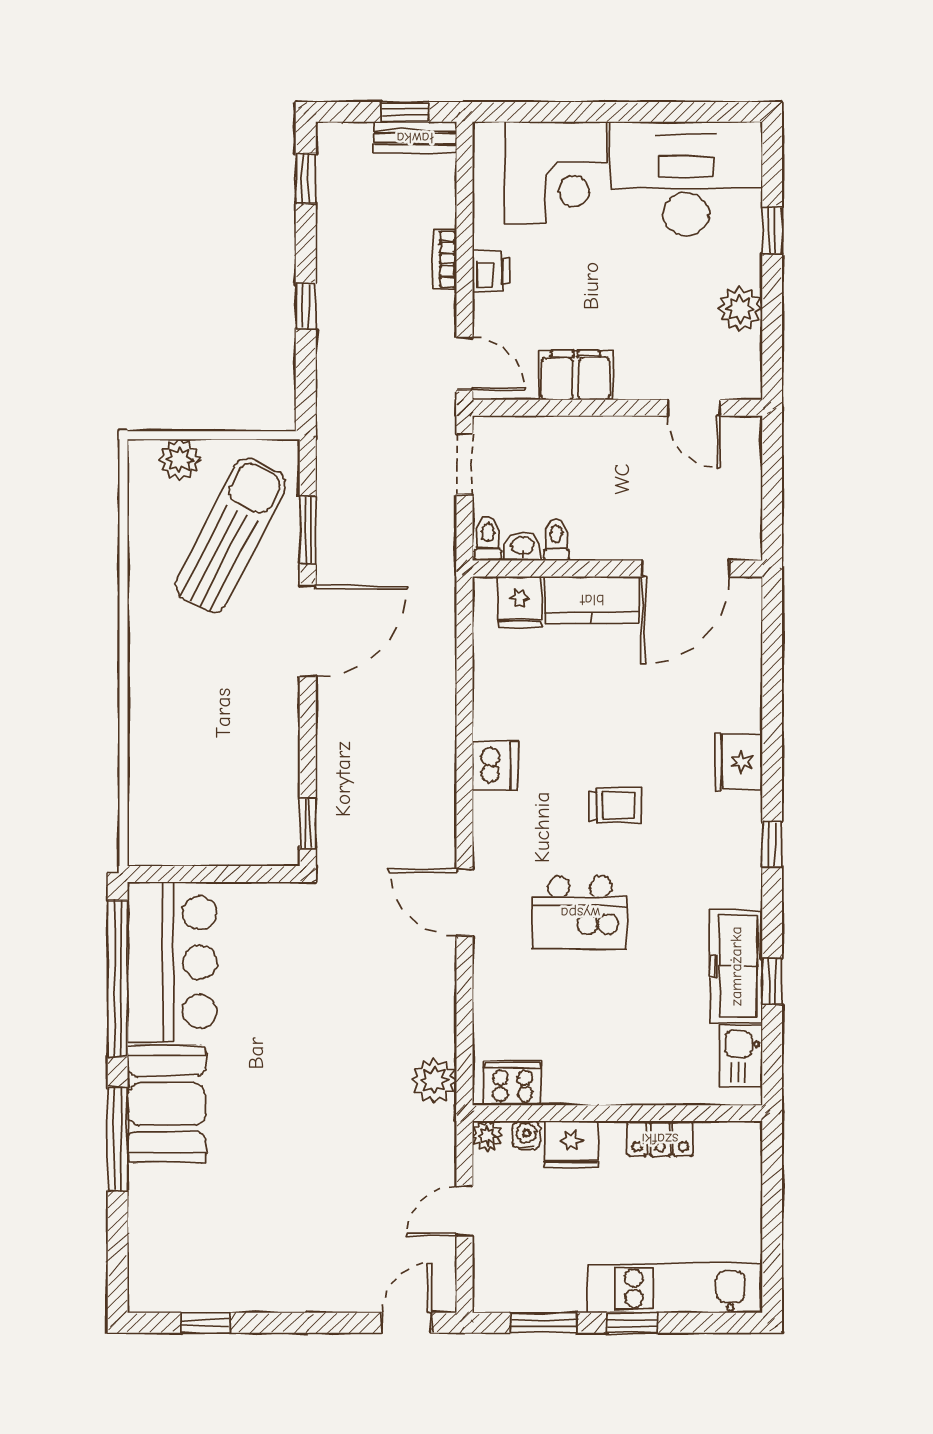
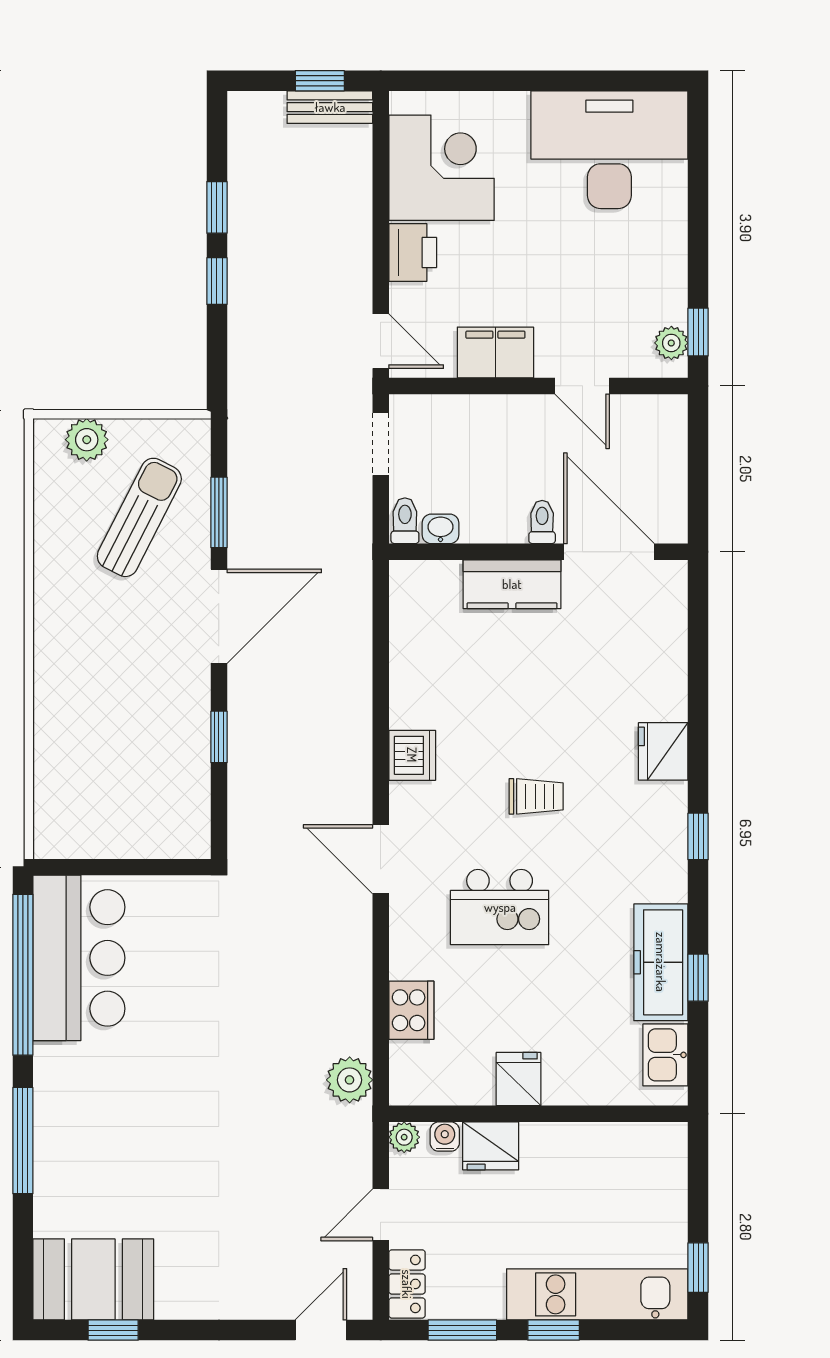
corner desk: (556, 173) -> (441, 168), moved, turned -90
window: (306, 178) -> (217, 207), moved
window: (772, 230) -> (698, 332), moved
bookcase: (445, 259) -> (360, 233), removed
printer: (491, 271) -> (413, 253), width x1.36, depth x1.24
plant: (740, 309) -> (671, 343), moved, width x0.73, depth x0.73
door: (694, 408) -> (582, 386), moved
sun lounger: (231, 535) -> (139, 517), width x0.73, depth x0.75
toilet: (556, 540) -> (542, 522), moved
door: (686, 568) -> (609, 552), swing flipped
fridge: (520, 602) -> (518, 1079), moved, turned 180
window: (308, 823) -> (219, 737), moved
door: (464, 902) -> (381, 859), moved
cooker: (513, 1083) -> (411, 1010), moved, turned 90
booth: (167, 1104) -> (93, 1279), moved, turned 90
locker: (660, 1139) -> (407, 1284), moved, turned -90
window: (772, 1262) -> (698, 1268), added

